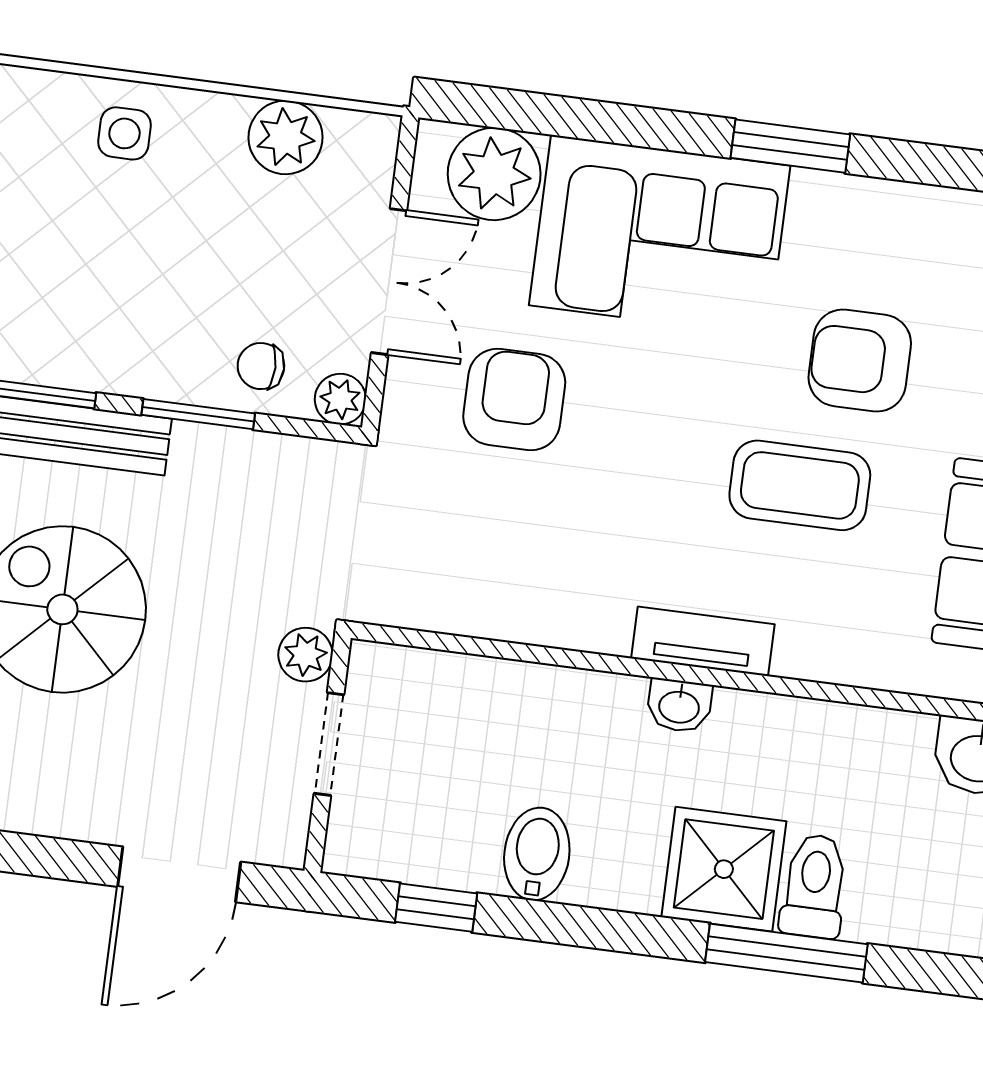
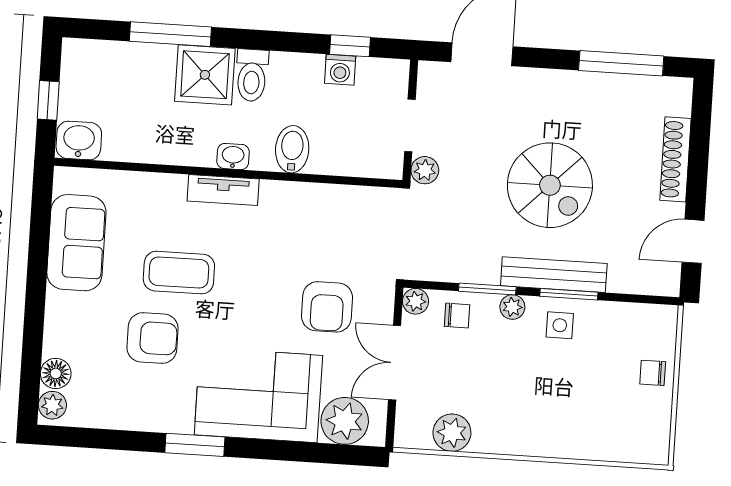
side table: (124, 133) -> (560, 325), moved
plant: (151, 376) -> (512, 307), added
bidet: (537, 854) -> (292, 149), moved, turned 180
washing machine: (459, 862) -> (340, 70), added
toilet: (814, 886) -> (252, 75), moved

